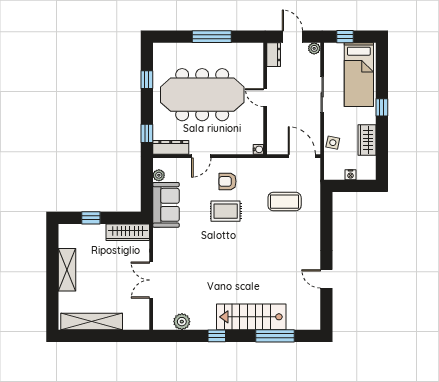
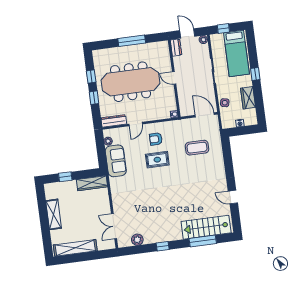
window: (147, 133) -> (94, 98), moved
double door: (151, 280) -> (114, 226), moved
stairs: (251, 317) -> (206, 227), moved

